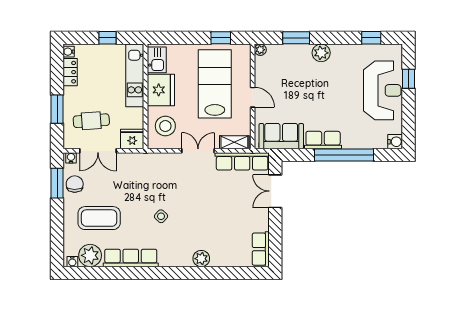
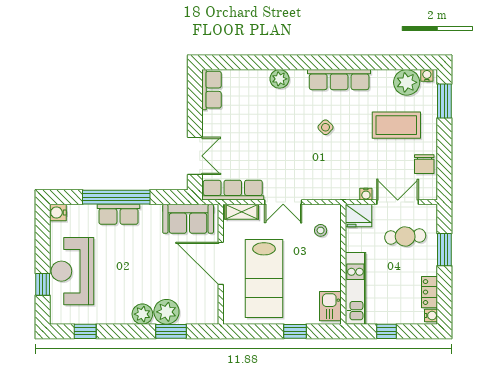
window: (221, 38) -> (295, 331), moved
plant: (260, 50) -> (166, 312), moved, width x1.88, depth x1.88
fridge: (161, 90) -> (326, 272), removed
door: (253, 97) -> (221, 263), width x1.88
stool: (165, 126) -> (321, 230), width x0.53, depth x0.53
row of seats: (323, 140) -> (118, 214), moved
water cooler: (71, 158) -> (366, 194), moved
window: (57, 183) -> (444, 101), moved
row of seats: (131, 258) -> (339, 80), moved

